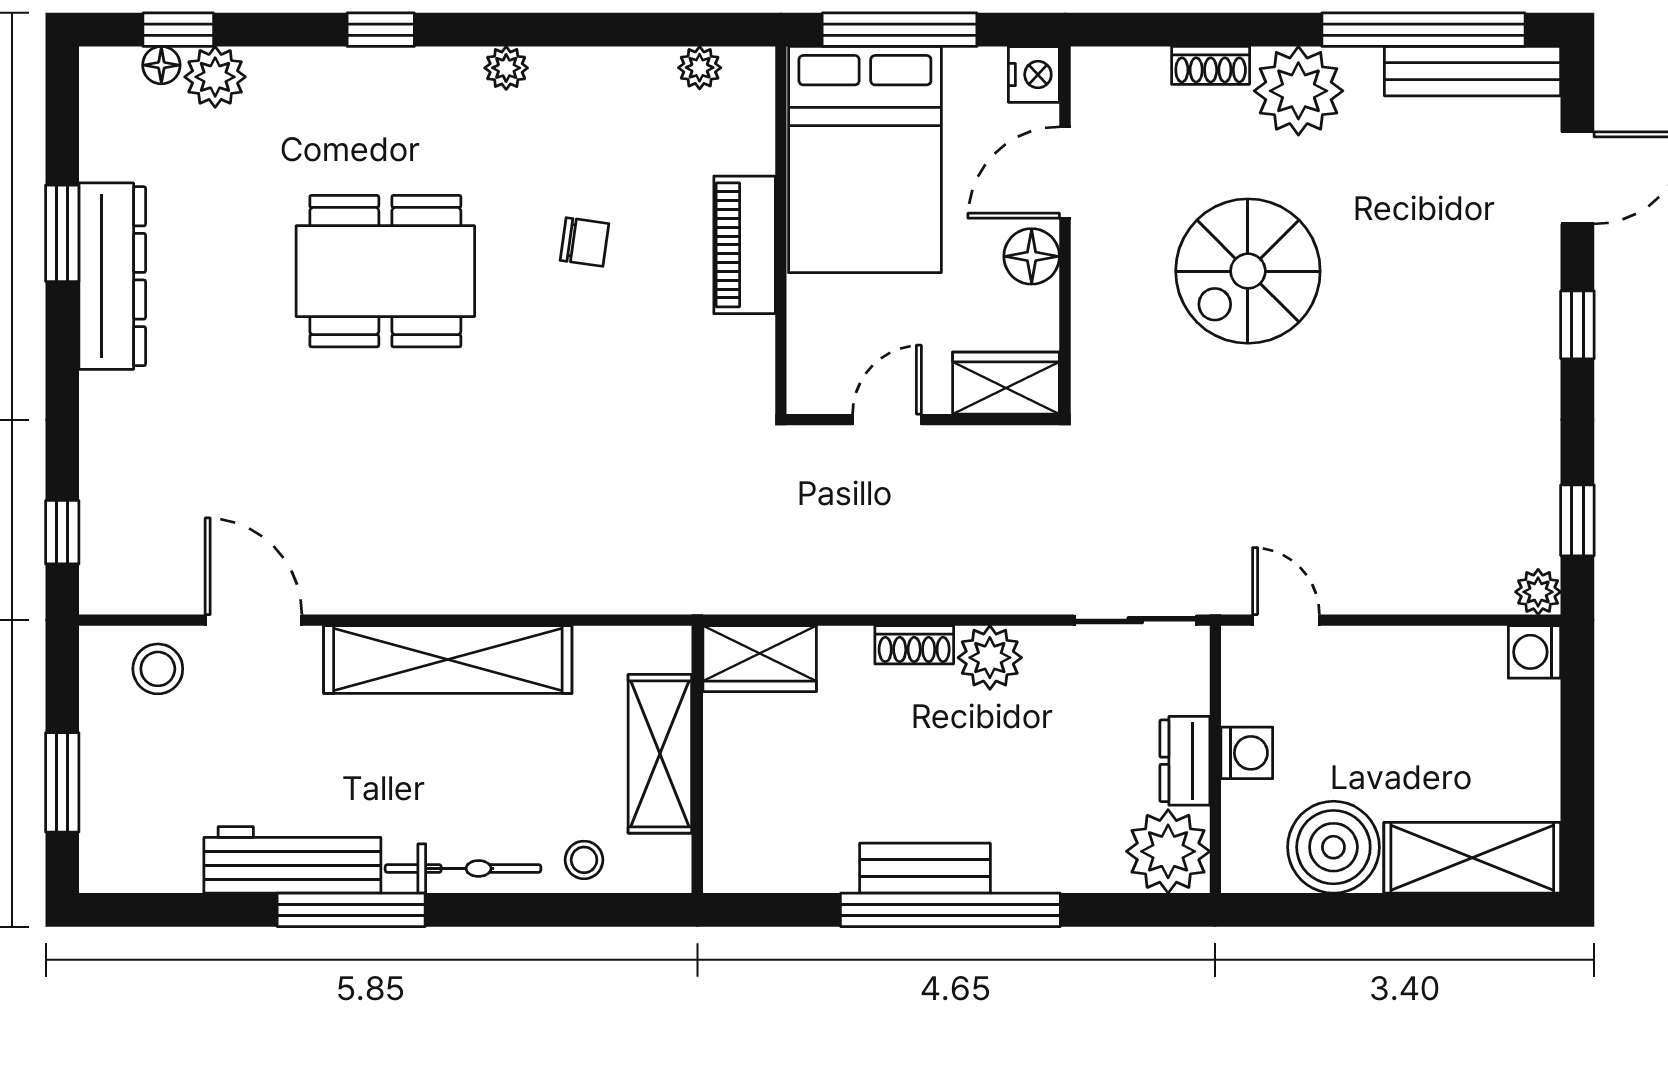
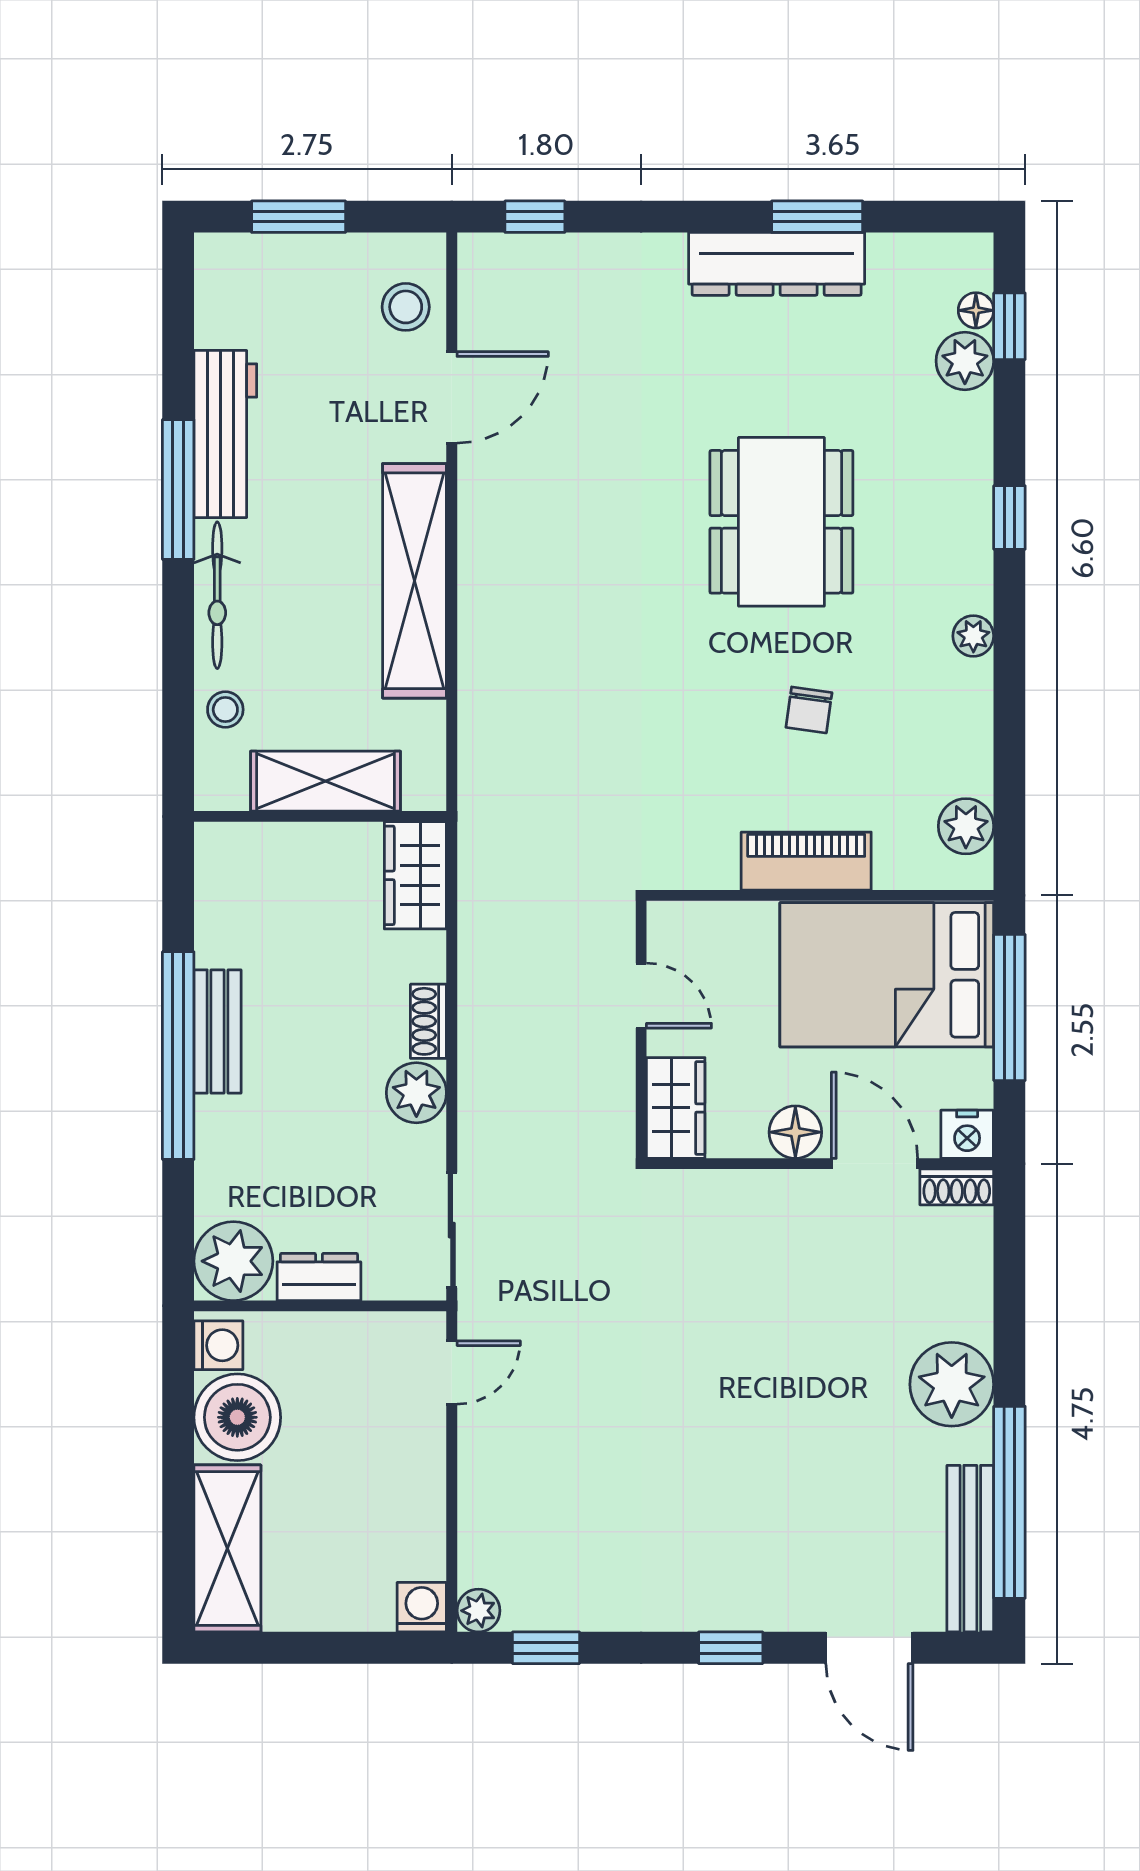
shoe rack: (1211, 65) -> (957, 1187), moved, turned -90
plant: (700, 68) -> (966, 826), width x1.38, depth x1.38
spiral stairs: (1248, 271) -> (781, 1337), removed
washing machine: (1247, 753) -> (218, 1345), moved, turned -90

